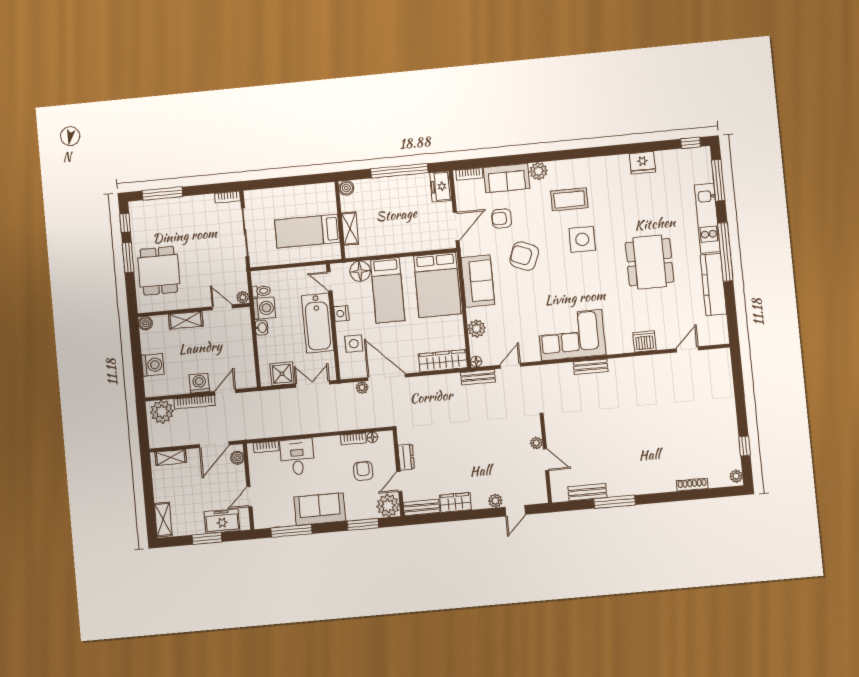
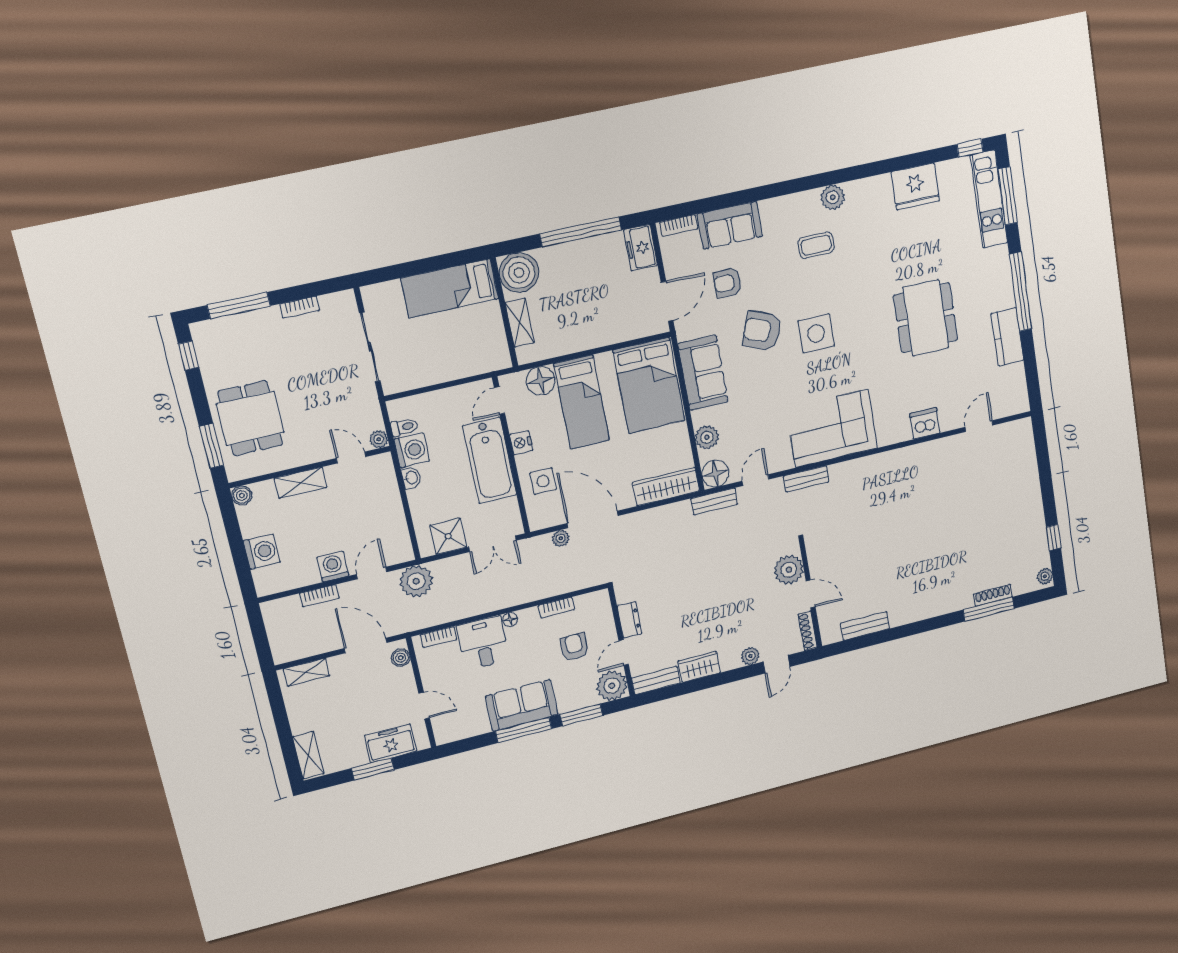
fridge: (642, 163) -> (915, 187), width x1.36, depth x1.34
plant: (538, 171) -> (833, 197), moved
boiler: (346, 188) -> (519, 273), width x1.86, depth x1.86
bookcase: (227, 197) -> (300, 307), moved
coffee table: (569, 199) -> (816, 245), width x0.73, depth x0.77
kitchen unit: (707, 218) -> (989, 199), moved
bed: (307, 231) -> (450, 288), moved
side table: (582, 239) -> (816, 333), moved
window: (128, 258) -> (212, 446), moved
door: (329, 281) -> (499, 400), hinge flipped
kitchen counter: (713, 284) -> (1007, 337), width x0.67
floor lamp: (476, 362) -> (715, 474), width x1.89, depth x1.89
bench: (591, 367) -> (806, 479), moved
double door: (313, 384) -> (492, 544), swing flipped
bookcase: (194, 402) -> (319, 596), width x0.64
plant: (162, 412) -> (416, 581), moved
floor lamp: (372, 437) -> (510, 619), moved
plant: (536, 443) -> (789, 570), width x1.88, depth x1.88
door: (214, 445) -> (366, 646), swing flipped
shoe rack: (542, 488) -> (808, 631), added
door: (249, 497) -> (424, 706), swing flipped
window: (615, 502) -> (989, 609), moved
window: (291, 531) -> (524, 730), moved

